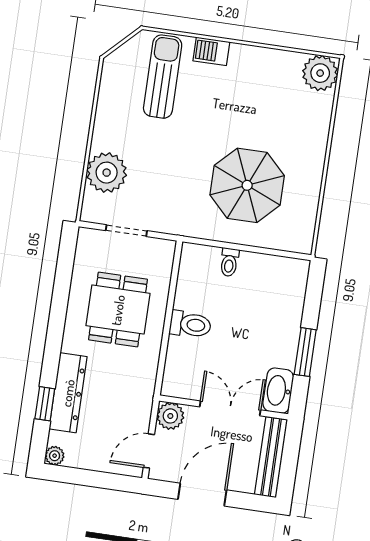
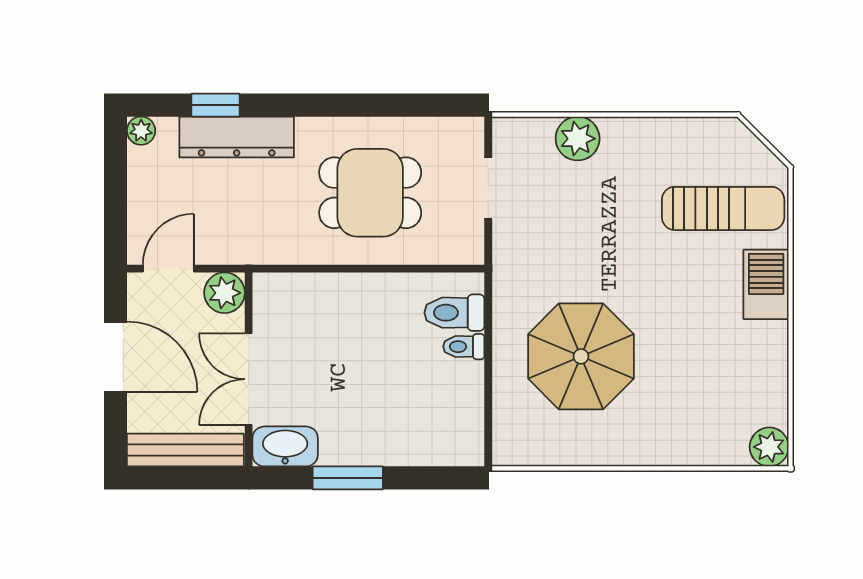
barbecue: (211, 51) -> (766, 284), width x1.38, depth x1.27
plant: (320, 73) -> (769, 447), width x0.73, depth x0.73
plant: (107, 173) -> (578, 139), width x0.73, depth x0.73
toilet: (190, 324) -> (454, 313), moved, turned 90
double door: (230, 408) -> (249, 379), swing flipped
door: (149, 451) -> (168, 269), hinge flipped

